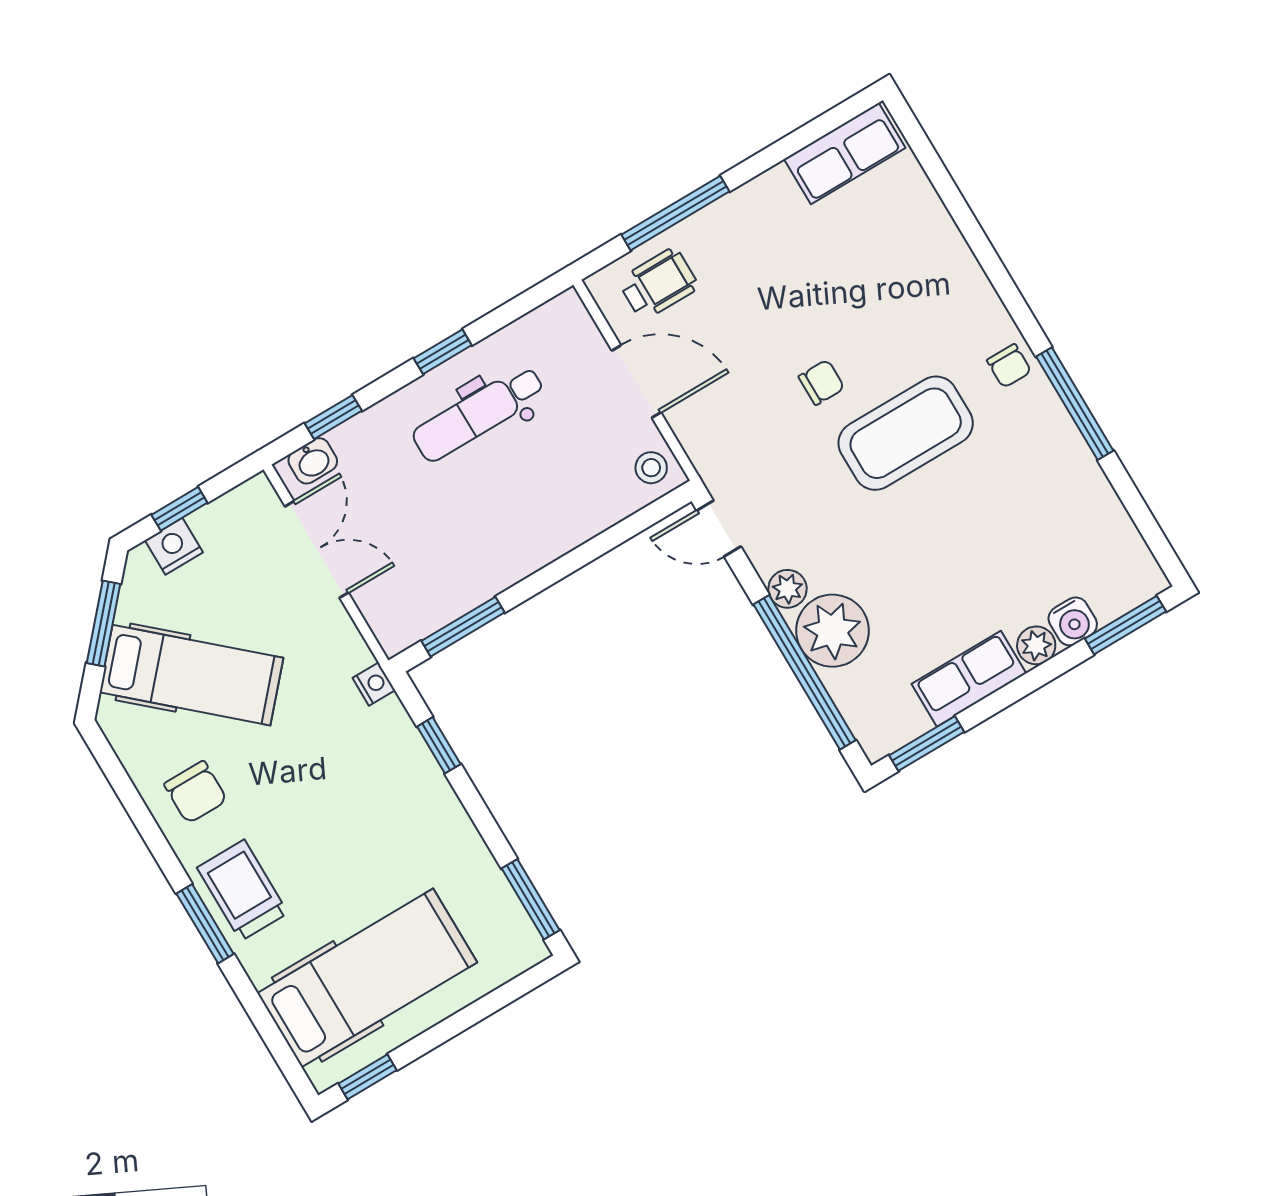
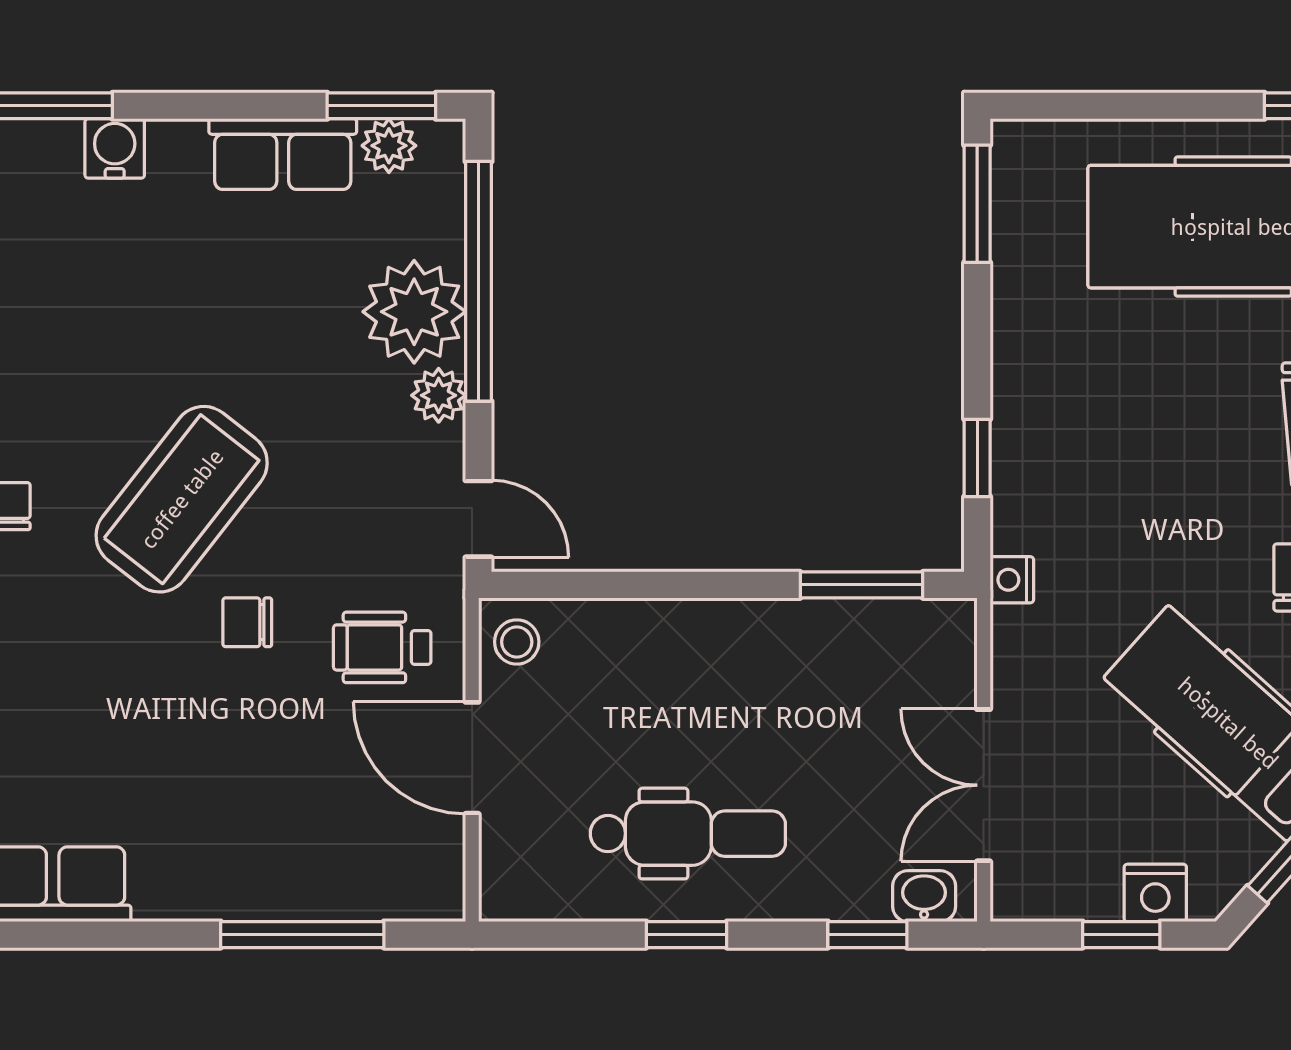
wheelchair: (659, 284) -> (382, 647), moved
coffee table: (906, 433) -> (182, 499), turned -52
plant: (1036, 645) -> (389, 146), moved

